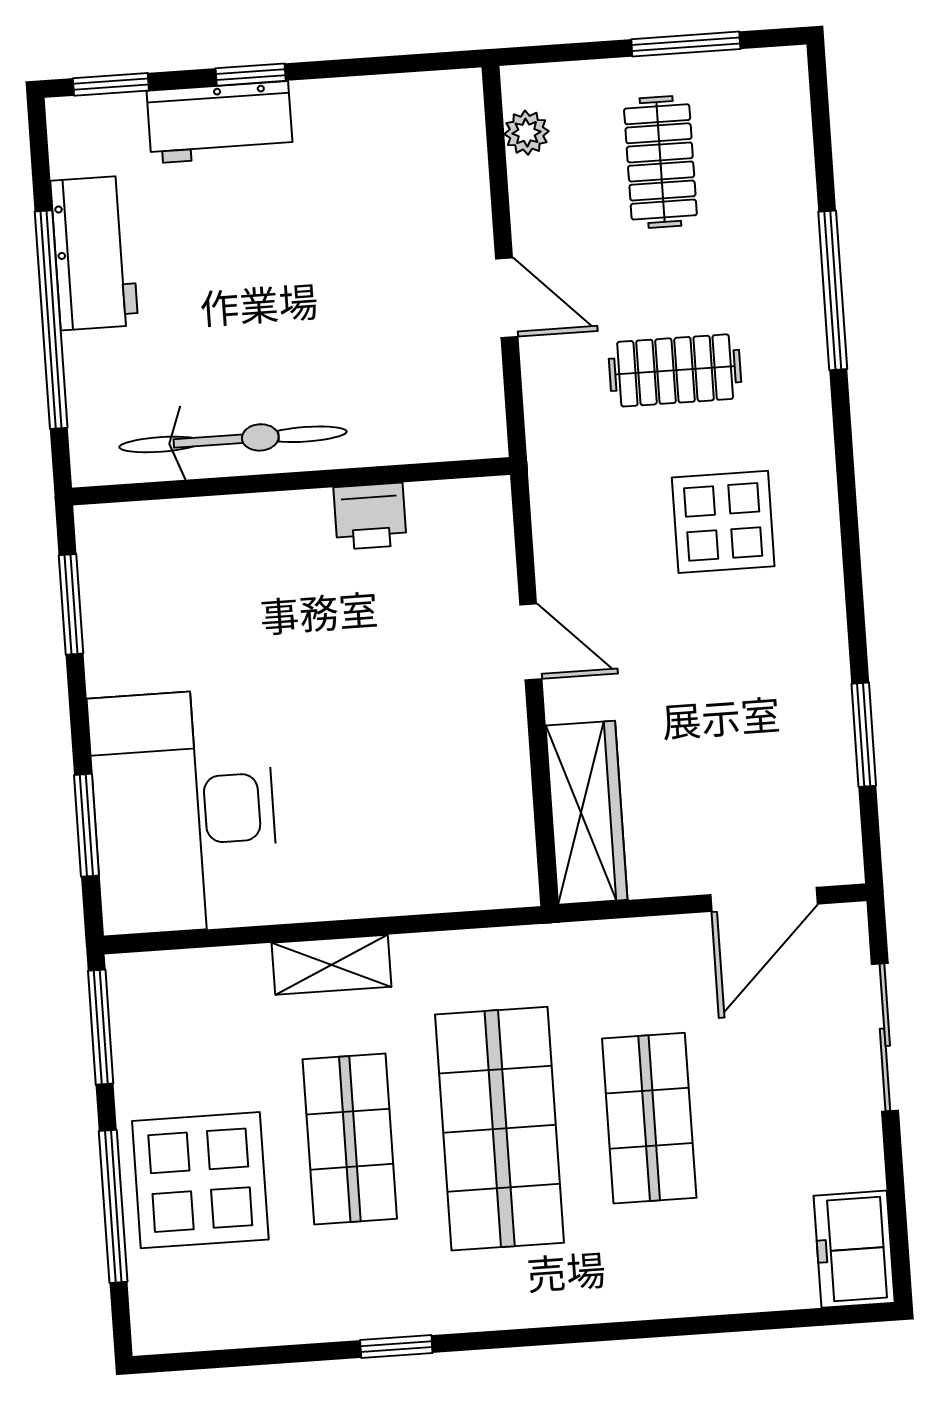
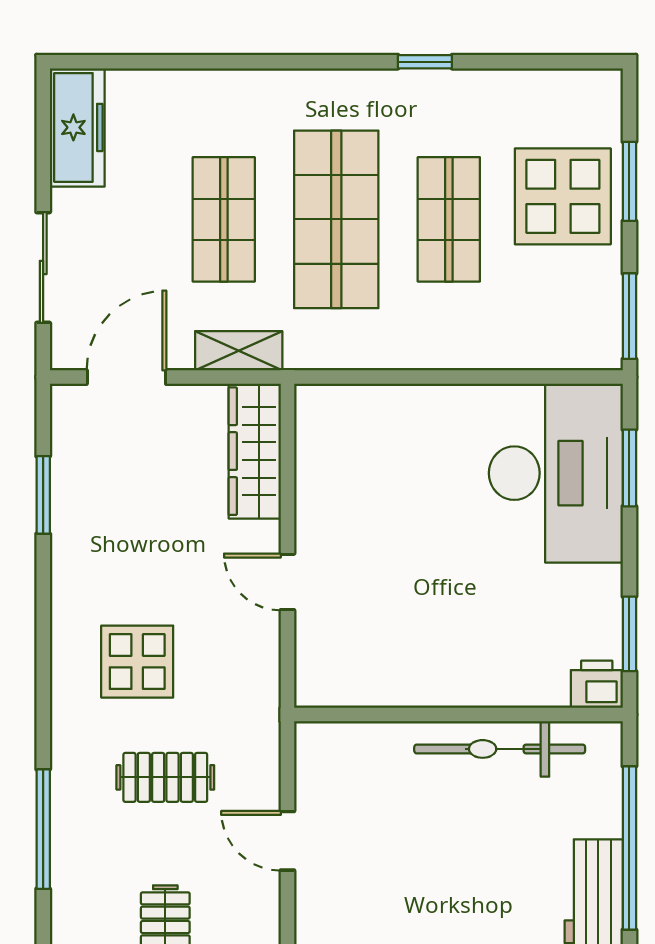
printer: (370, 516) -> (597, 684), moved
shelving: (331, 965) -> (239, 351), moved
window: (113, 1206) -> (629, 181), width x0.69
freezer: (854, 1249) -> (77, 127), width x1.40

